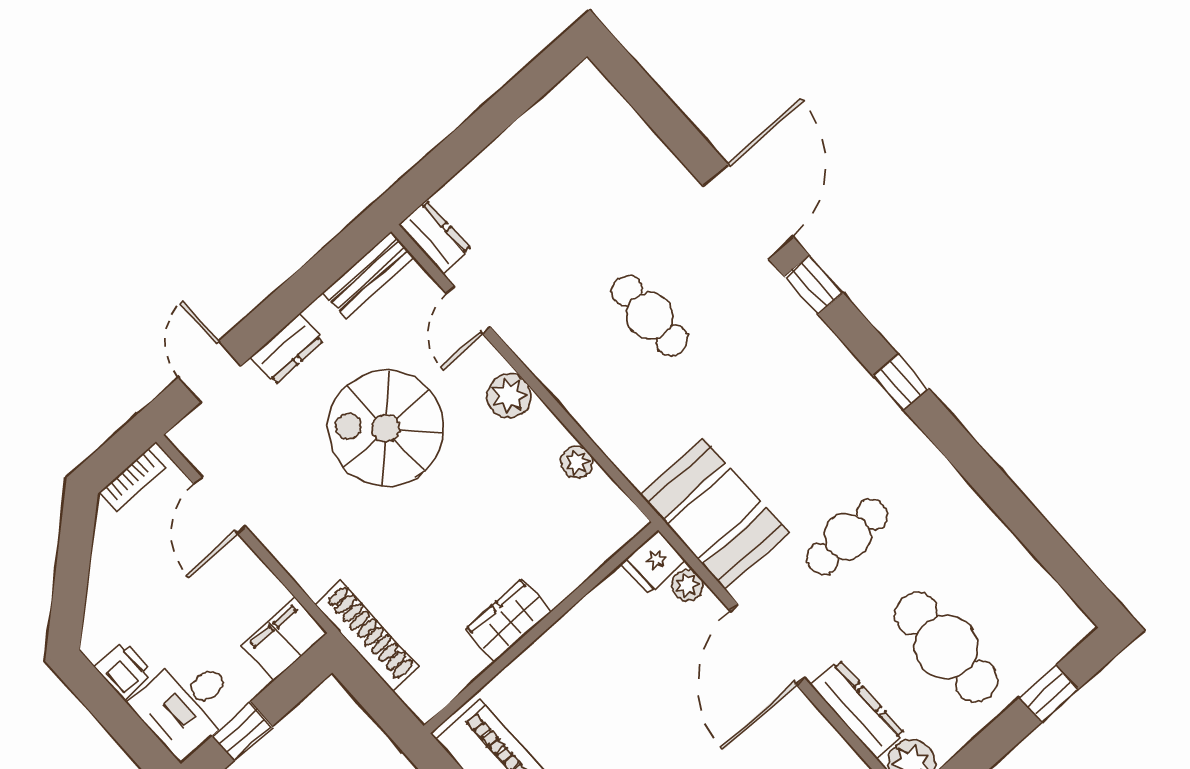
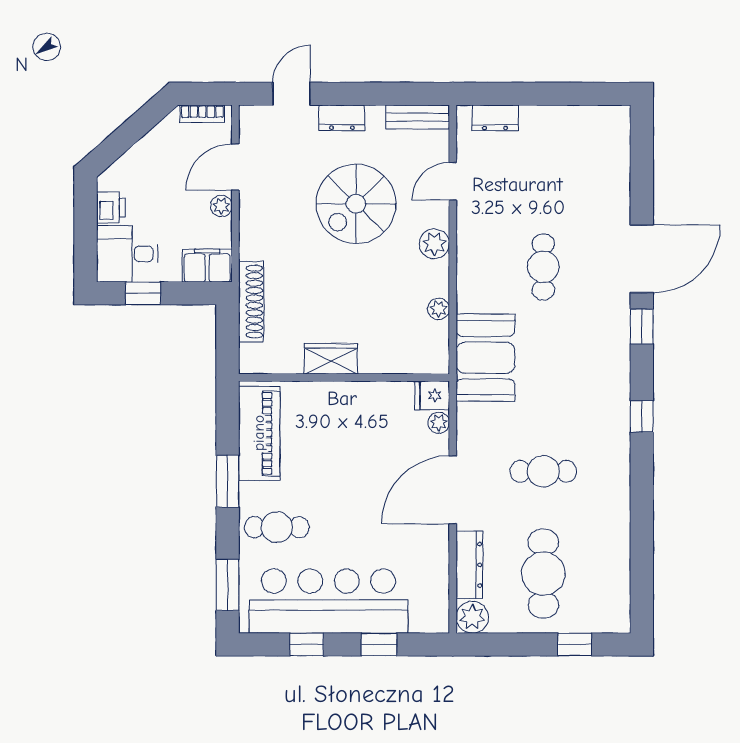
dresser: (435, 237) -> (495, 118), moved, turned 90
spiral stairs: (386, 428) -> (356, 204), turned -90
booth: (714, 514) -> (485, 358), moved
plant: (242, 561) -> (221, 206), added

